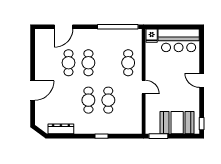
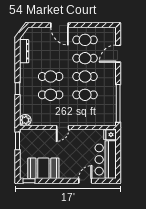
door: (64, 27) -> (118, 54), hinge flipped
cafe table: (49, 63) -> (85, 40), added
cafe table: (128, 63) -> (85, 95), moved
door: (202, 80) -> (85, 181), moved
booth: (177, 123) -> (43, 168), moved, turned 90
plant: (136, 128) -> (25, 120), added

